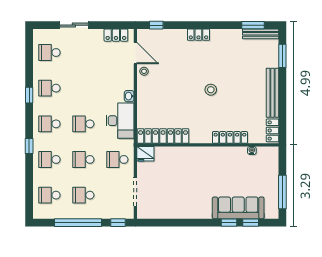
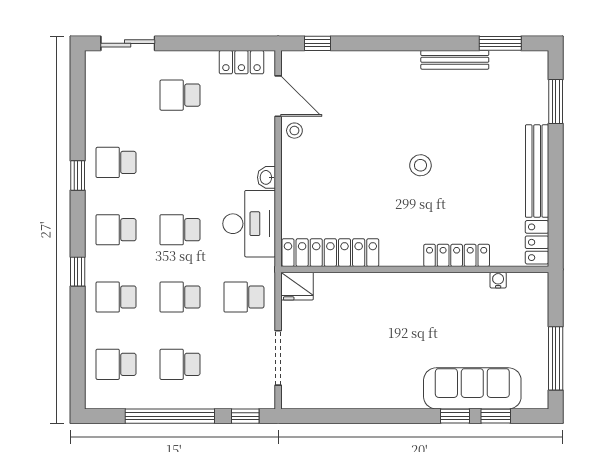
sliding door: (74, 25) -> (128, 43), moved
bench: (261, 34) -> (455, 60), moved
locker: (198, 35) -> (397, 61), removed
school desk: (50, 53) -> (180, 95), moved

